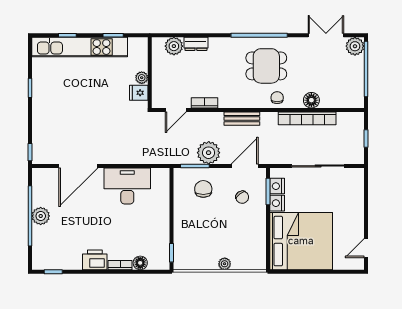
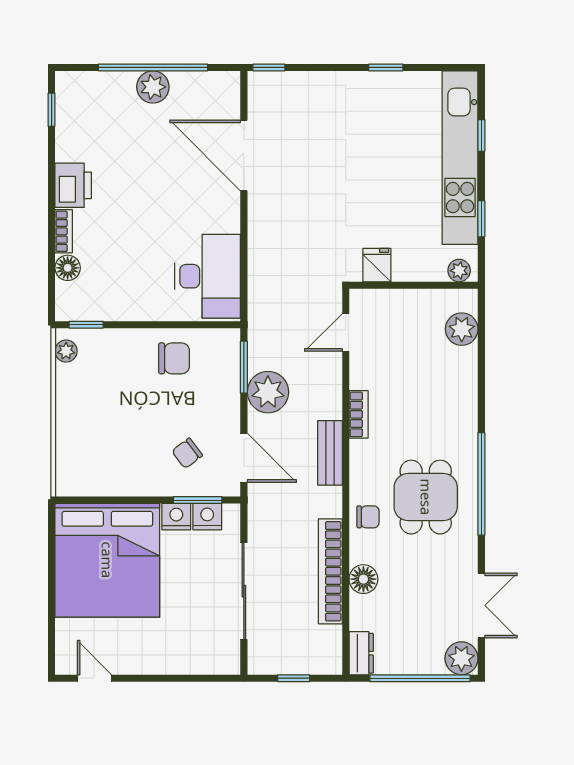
dresser: (196, 44) -> (361, 653), moved, turned 180
plant: (142, 78) -> (459, 271), moved
bookcase: (205, 103) -> (359, 414), moved
door: (176, 110) -> (346, 332), hinge flipped
desk: (127, 186) -> (208, 276), moved
chair: (203, 189) -> (174, 358), moved
plant: (225, 264) -> (66, 351), moved

